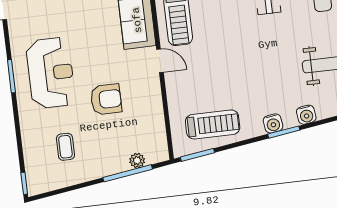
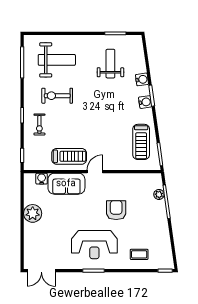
reception desk: (51, 73) -> (94, 245), turned 180
treadmill: (213, 124) -> (141, 142), turned 180
coffee table: (65, 147) -> (139, 254), moved

